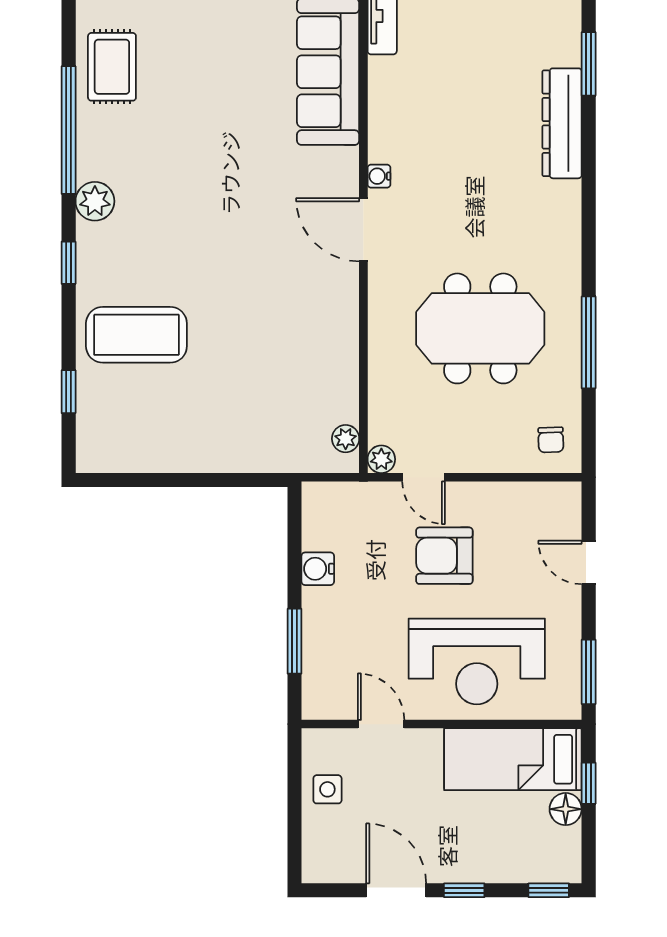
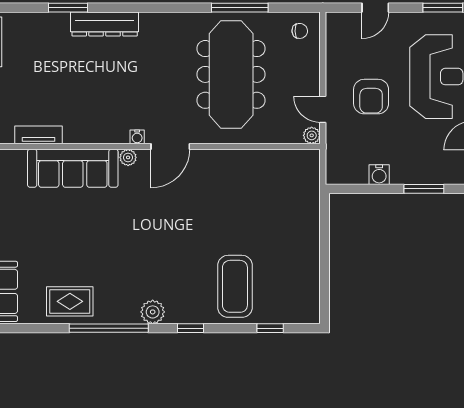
meeting table: (480, 328) -> (231, 74), width x1.36
plant: (346, 439) -> (128, 157), moved
door: (424, 477) -> (323, 109), swing flipped

